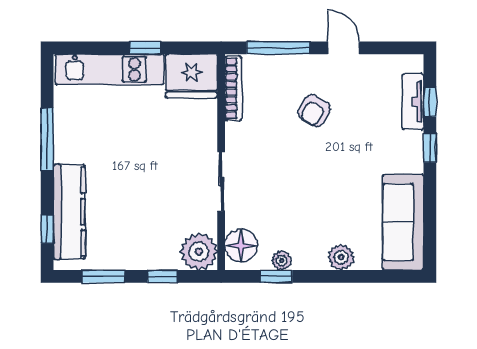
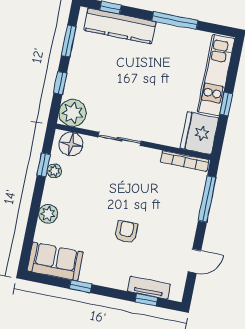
door: (343, 48) -> (194, 261), moved
armchair: (314, 111) -> (126, 232), moved, turned 58
window: (430, 148) -> (80, 286), moved
sofa: (403, 222) -> (55, 262), width x0.73

